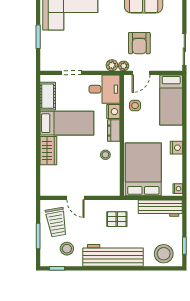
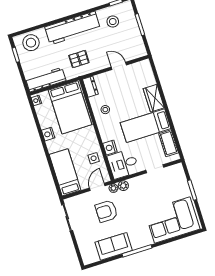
armchair: (139, 43) -> (106, 211), turned -90
dresser: (114, 131) -> (90, 87), moved
trolley: (56, 222) -> (128, 41), removed

